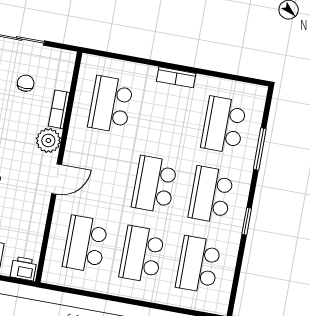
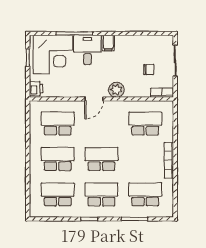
bookcase: (176, 77) -> (169, 160), width x1.56
bookcase: (59, 109) -> (162, 93), moved
door: (57, 179) -> (94, 99), hinge flipped

